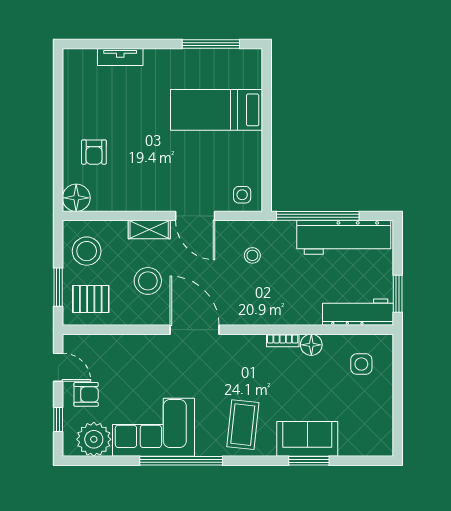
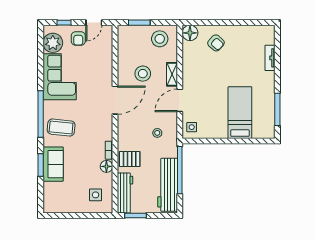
armchair: (94, 152) -> (216, 43), turned -138
pallet: (91, 299) -> (130, 159), moved, turned 90
window: (181, 461) -> (41, 114), moved

